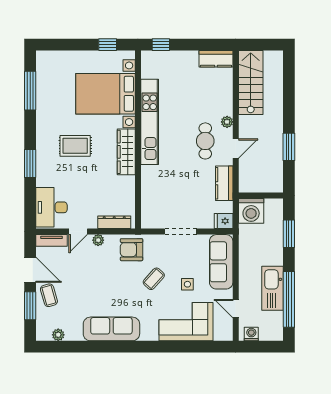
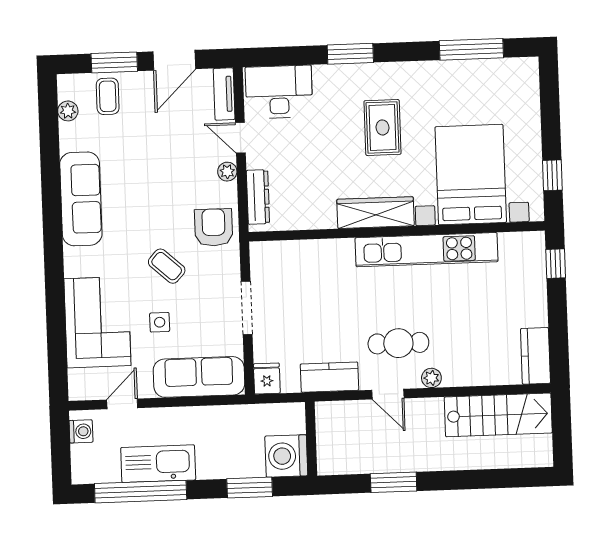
washing machine: (251, 211) -> (286, 456), moved
coffee table: (49, 295) -> (108, 96), moved, turned -74

